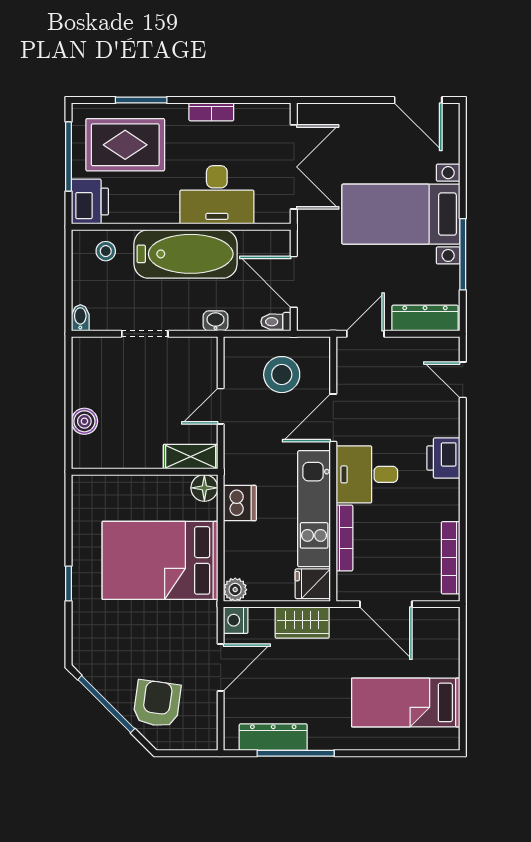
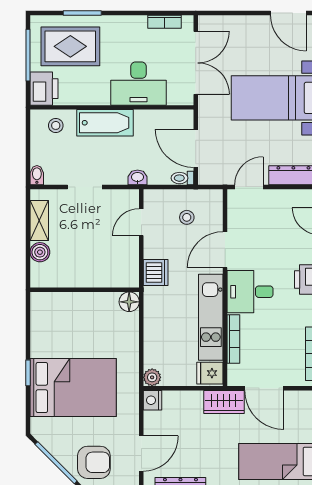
bookcase: (211, 112) -> (165, 22), moved
bathtub: (186, 254) -> (105, 123), width x0.73, depth x0.73
stool: (282, 375) -> (187, 217), width x0.53, depth x0.53
door: (221, 406) -> (141, 222), moved
shelving: (191, 457) -> (39, 221), moved, turned 90
dishwasher: (240, 503) -> (156, 272), moved
bed: (160, 560) -> (73, 387), moved, turned 180
wardrobe: (302, 623) -> (224, 402), moved
door: (221, 667) -> (141, 454), moved
armchair: (157, 704) -> (94, 462), turned 82

